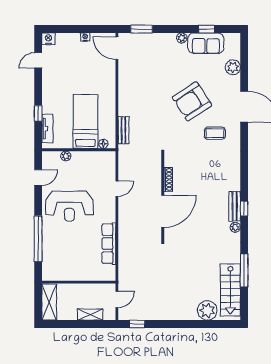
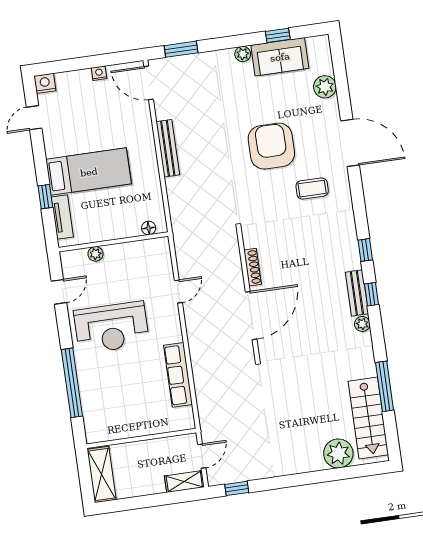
armchair: (192, 101) -> (271, 146), turned 123
bed: (85, 121) -> (89, 172), moved, turned 90
bench: (123, 130) -> (168, 148), moved, width x1.36
window: (244, 179) -> (365, 250), added
shelving: (90, 315) -> (184, 482), moved

